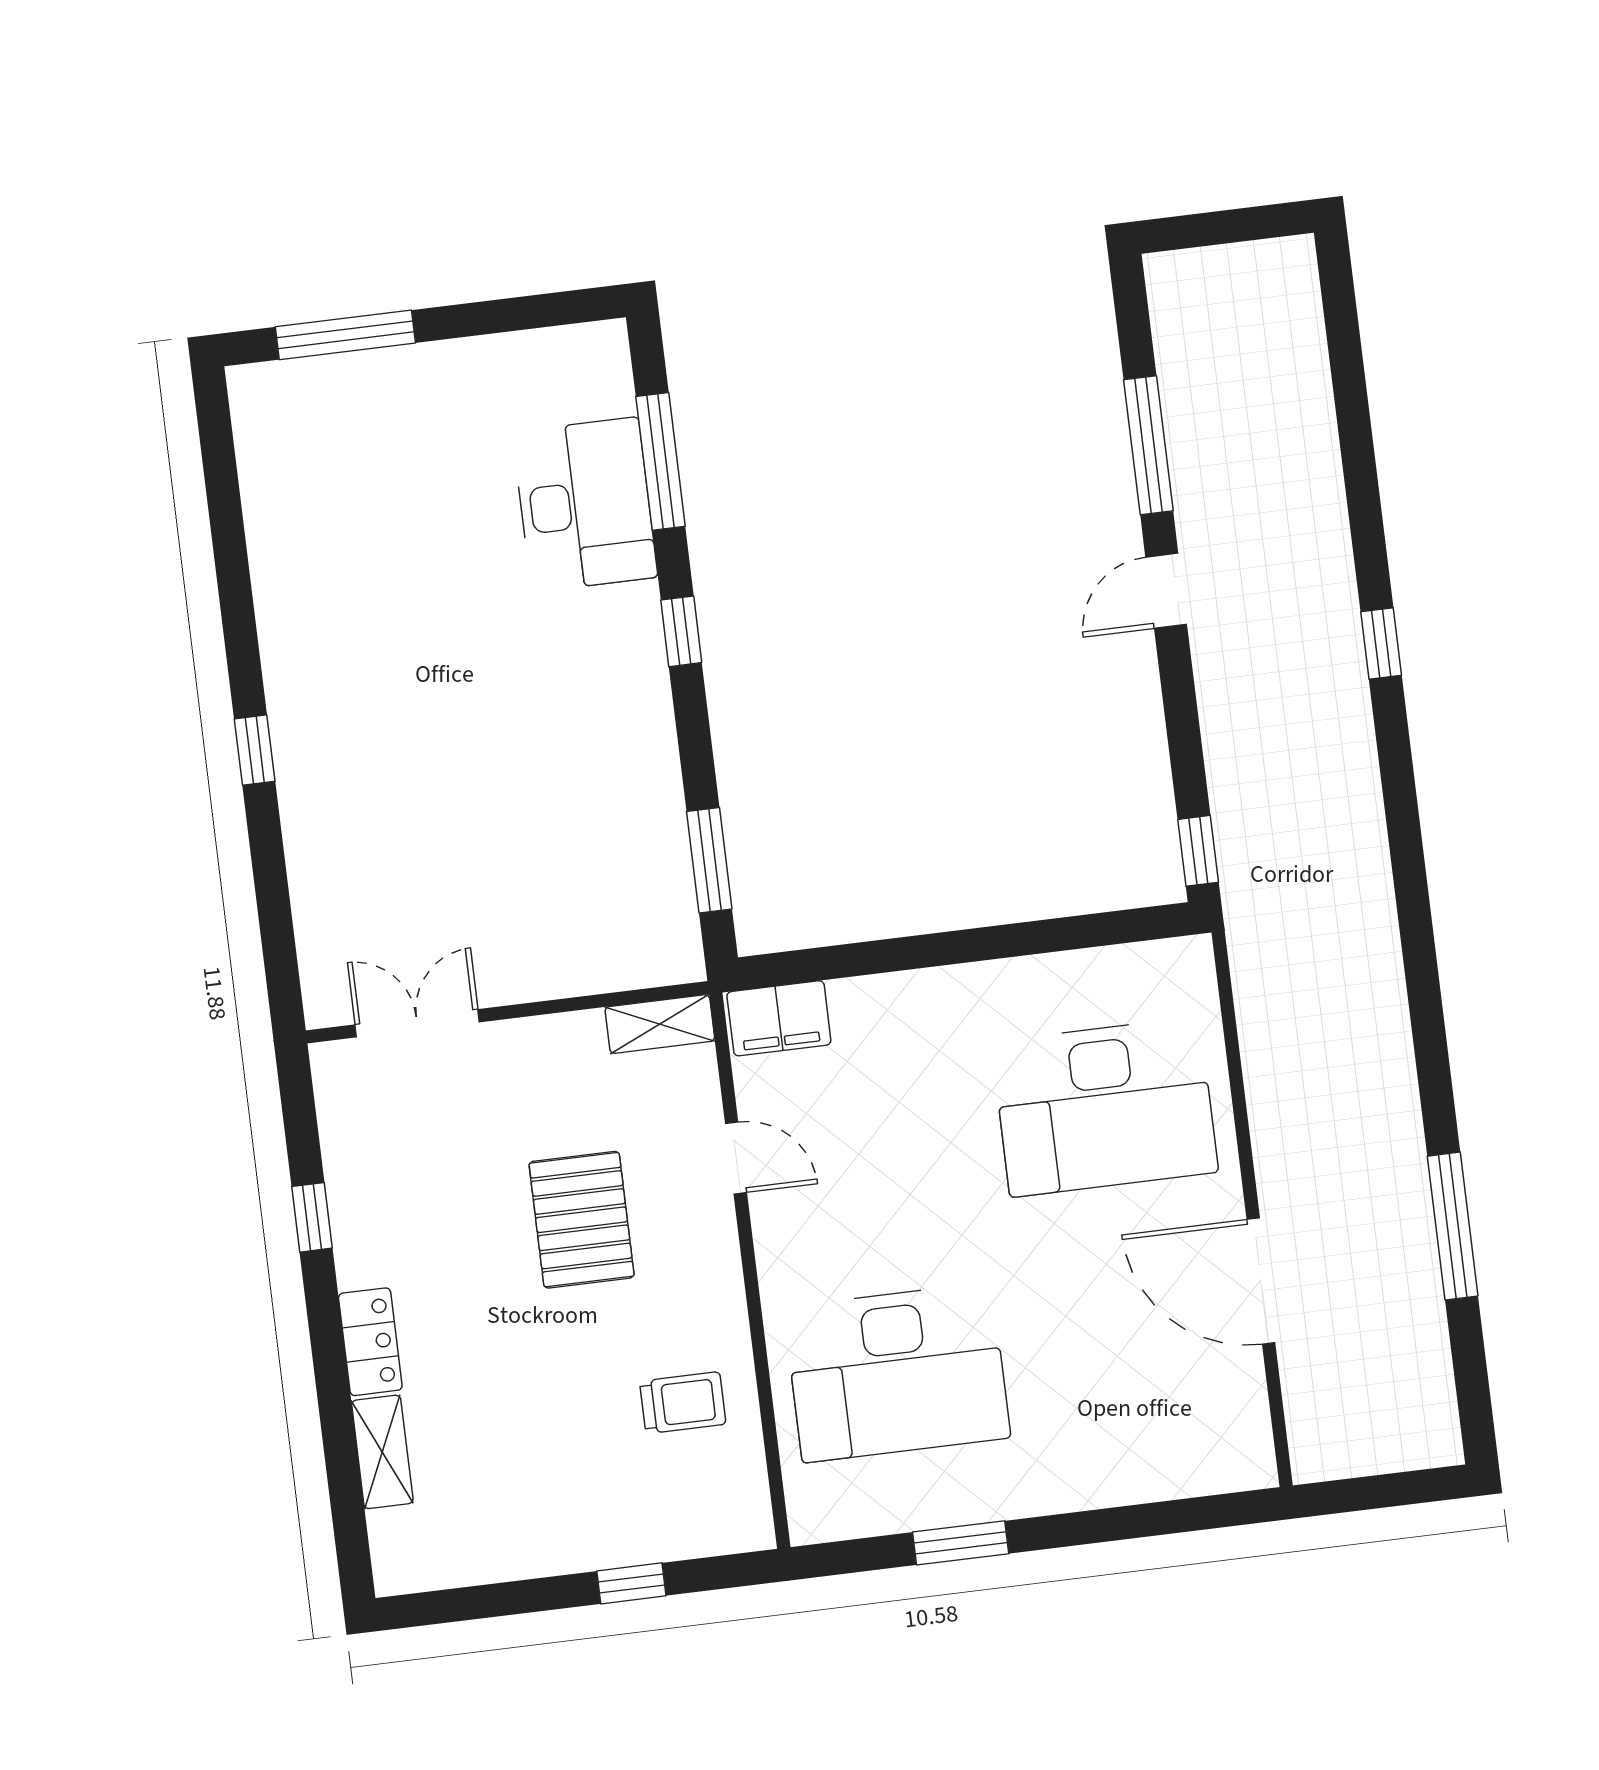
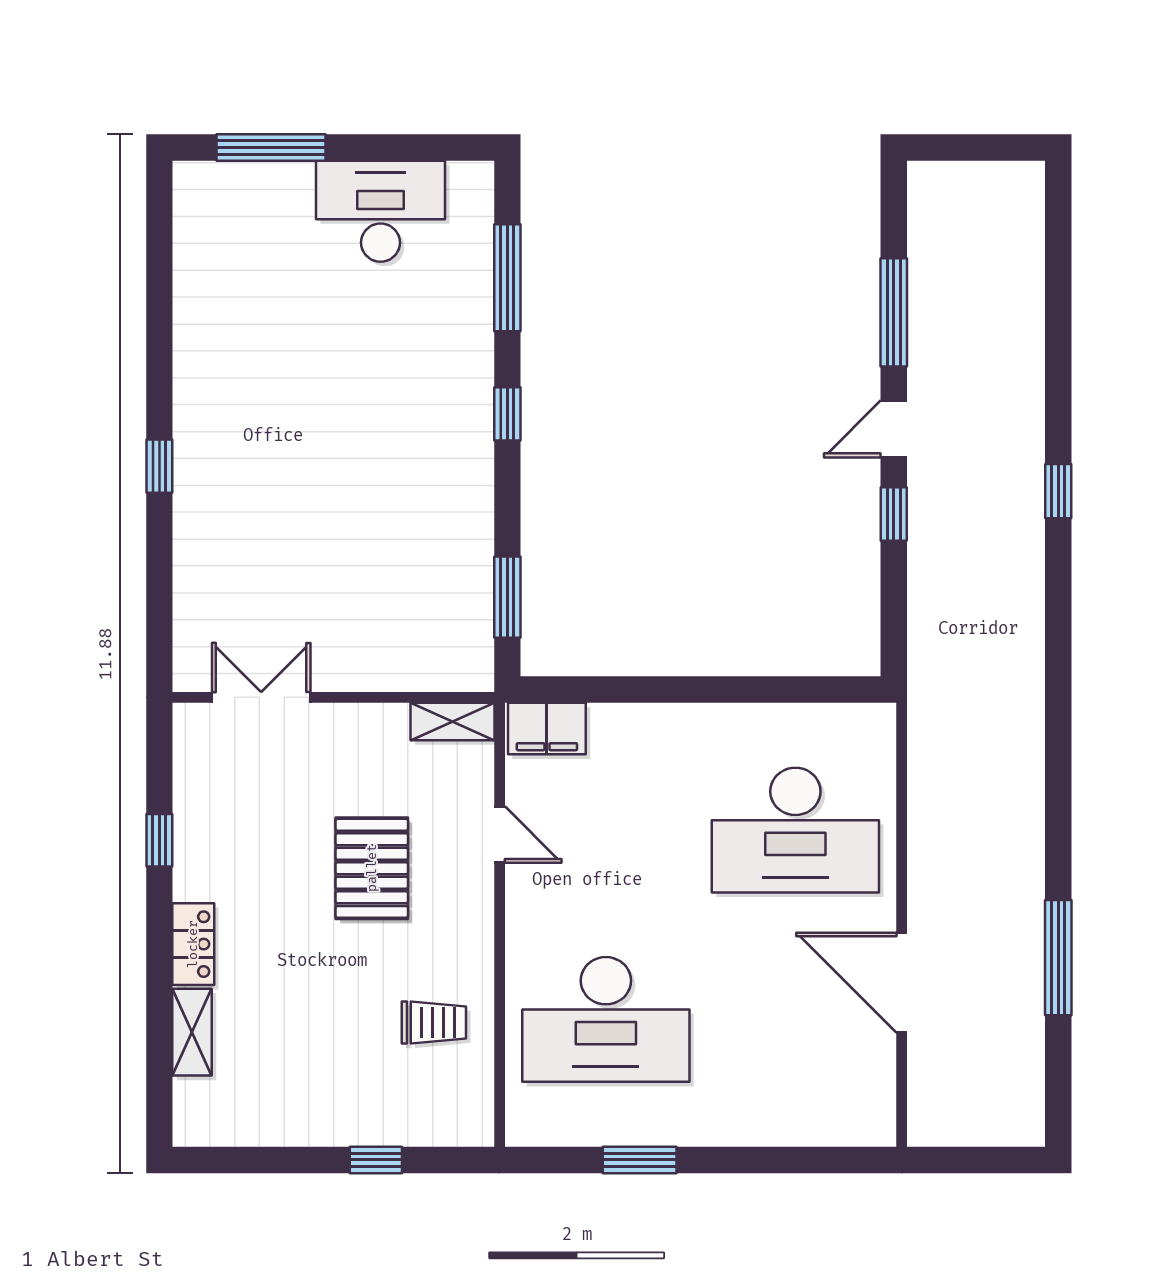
desk: (585, 505) -> (381, 211), moved, turned -90
window: (1198, 851) -> (894, 514), moved

